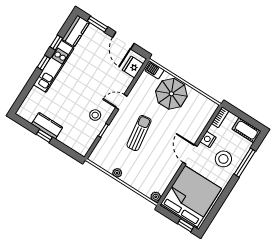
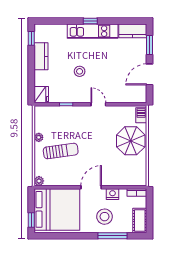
window: (56, 43) -> (113, 21), removed
fridge: (133, 67) -> (41, 95), moved, turned 90
stool: (95, 115) -> (80, 71), moved
sun lounger: (139, 133) -> (61, 151), moved
window: (44, 136) -> (31, 38), moved

